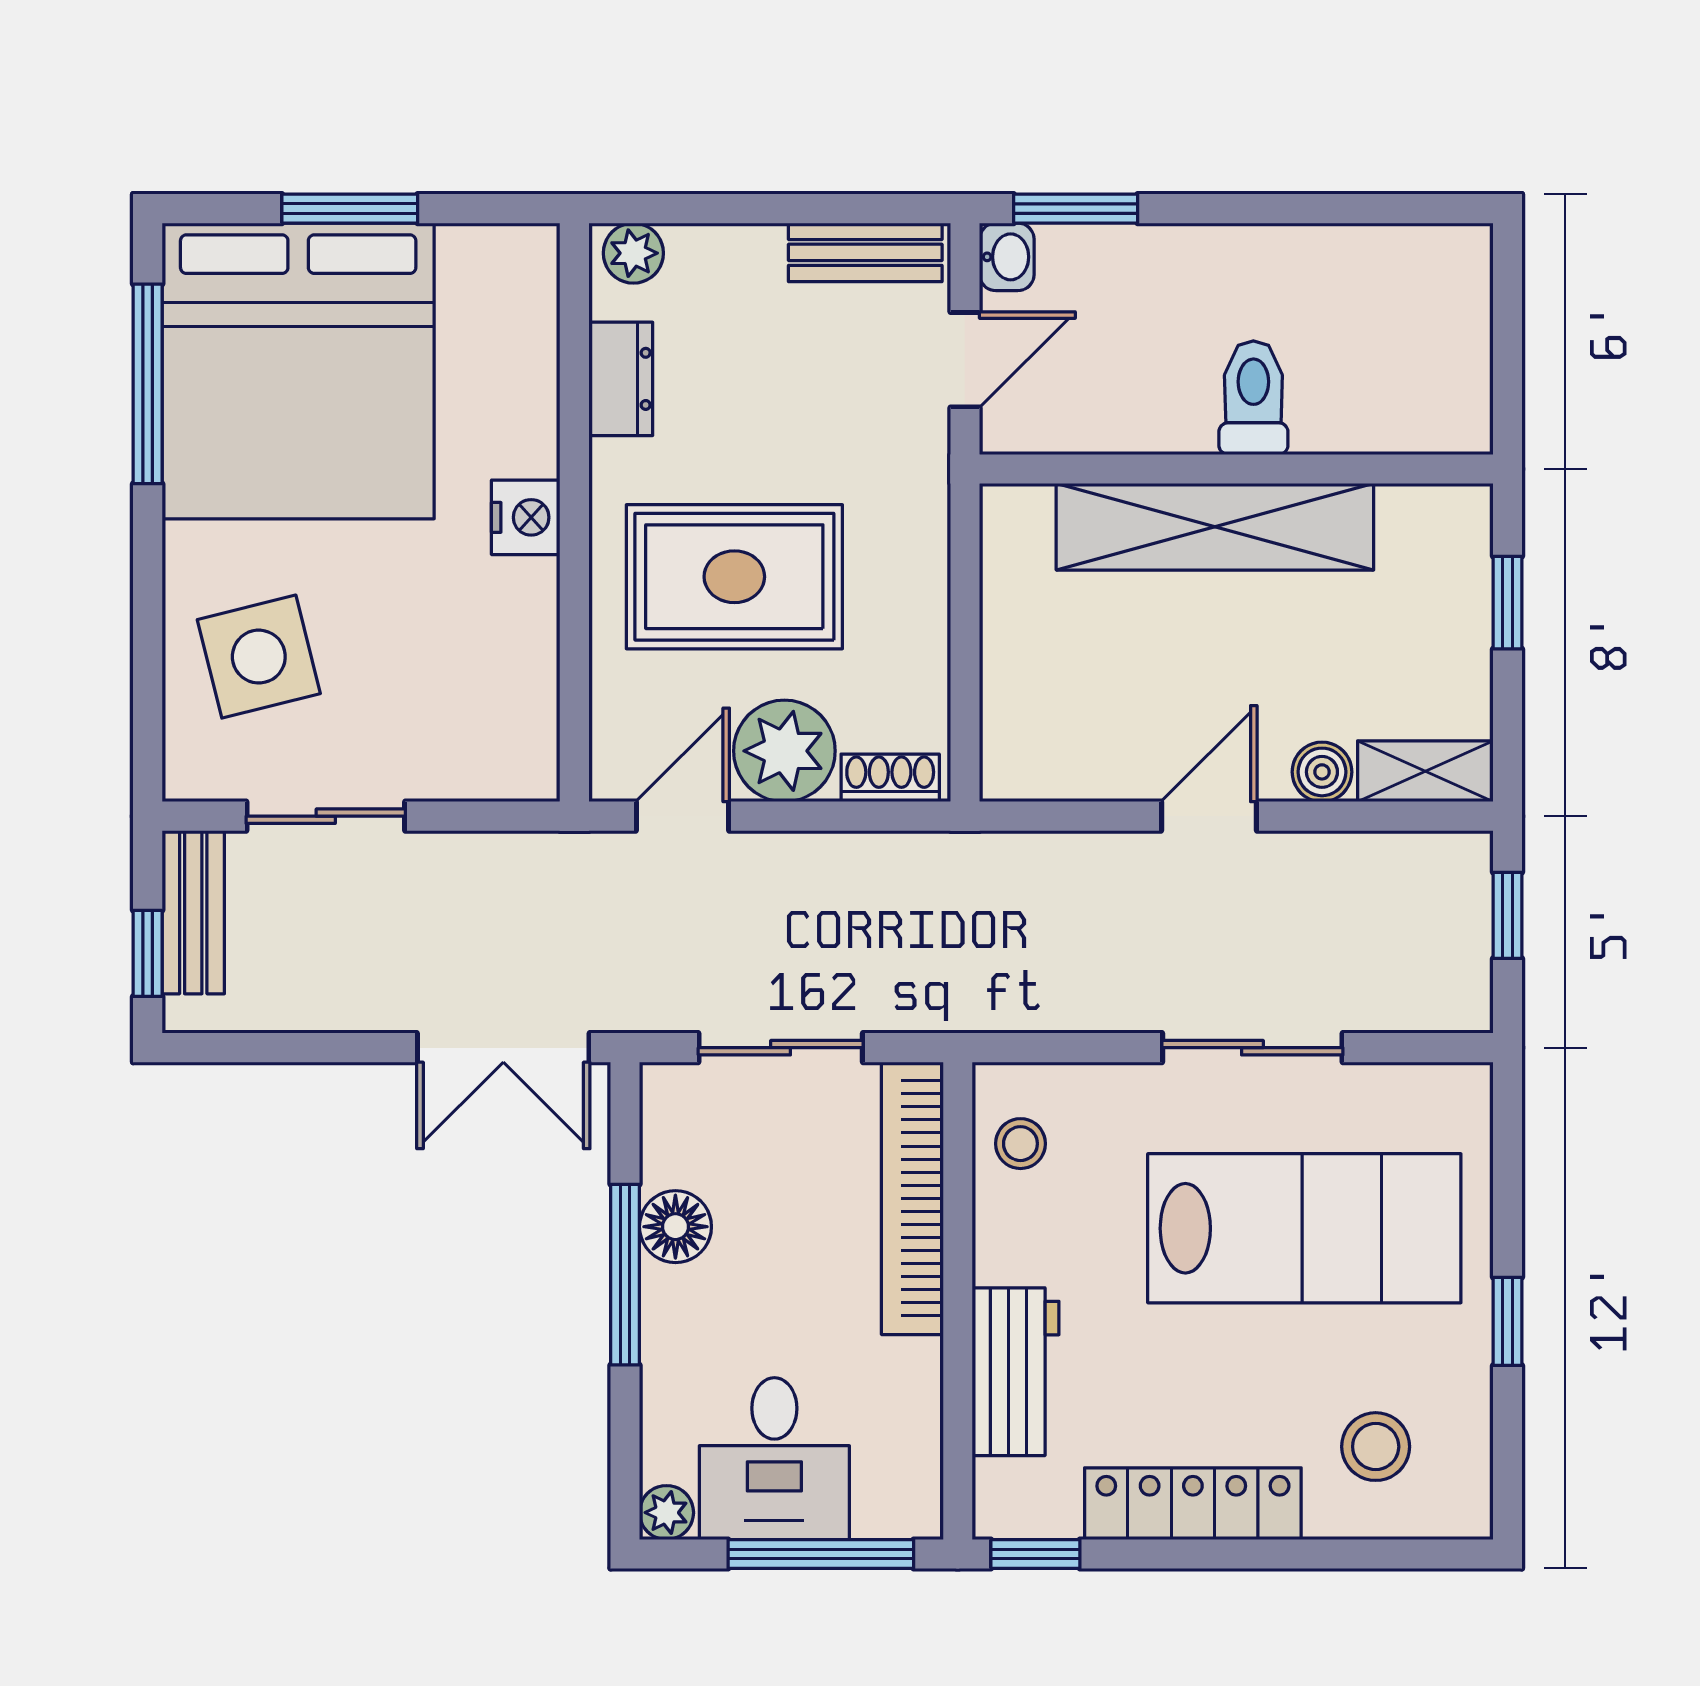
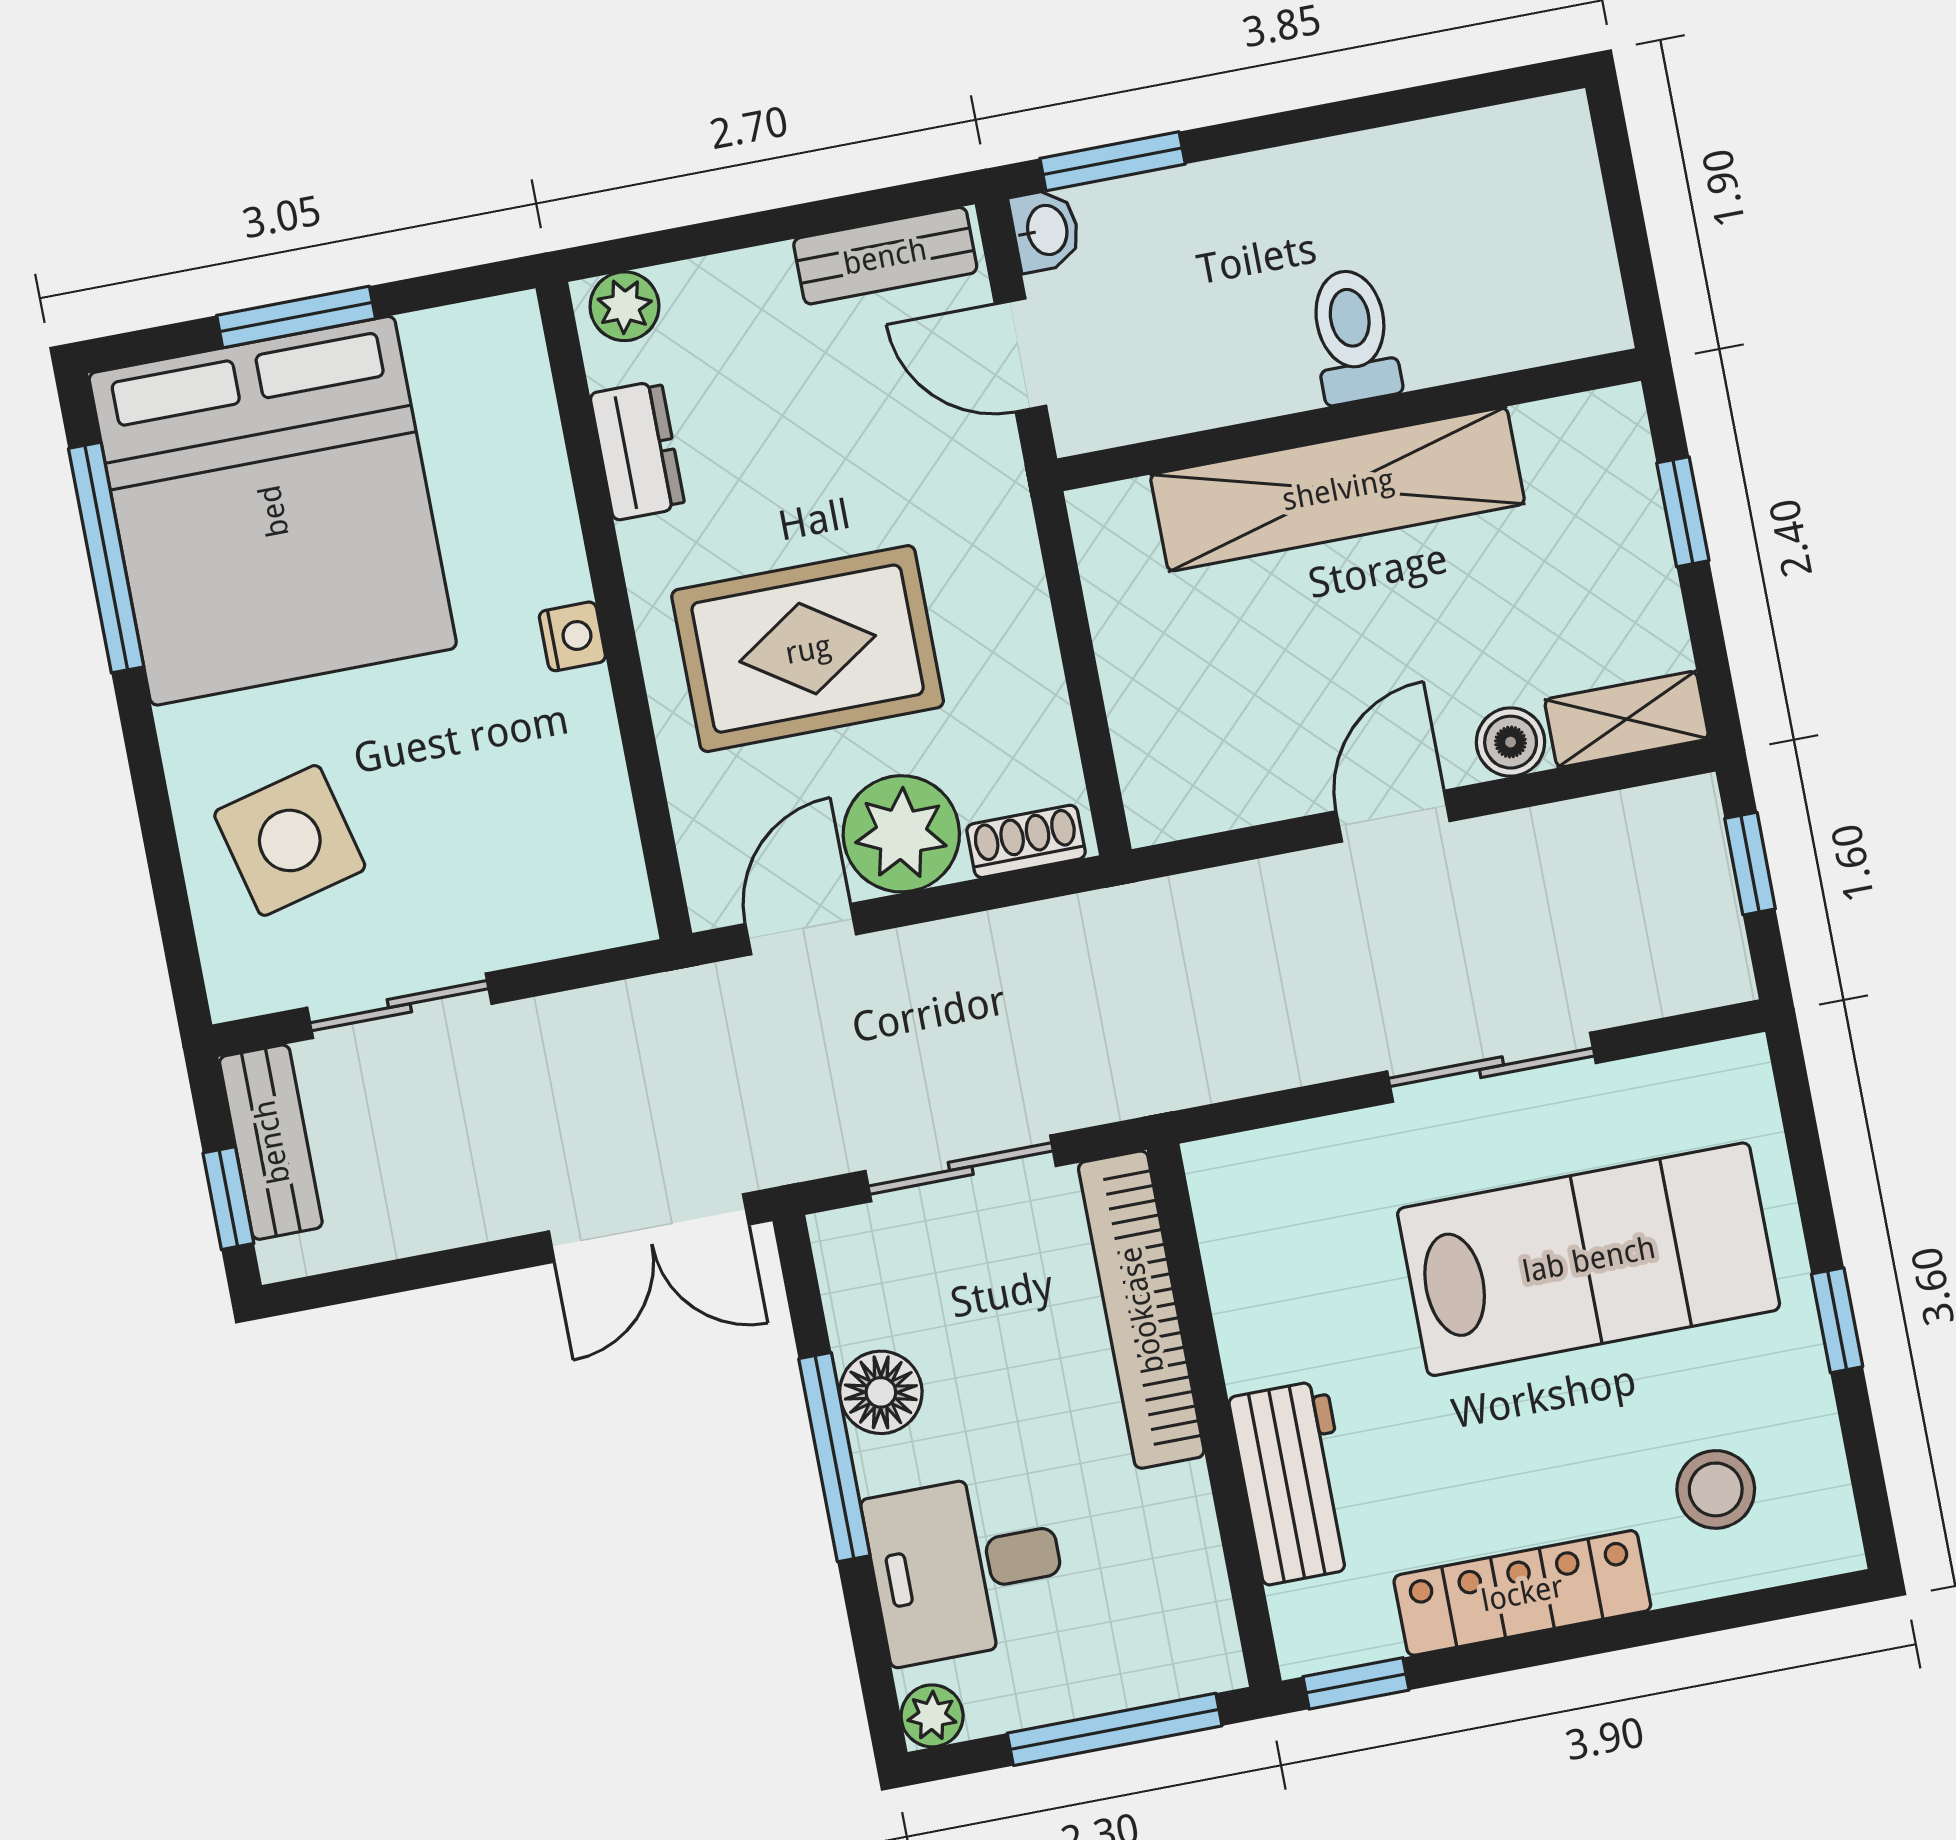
door: (965, 360) -> (1020, 355), swing flipped
nightstand: (526, 517) -> (572, 636), width x0.72, depth x0.74
stool: (1020, 1144) -> (1251, 1225), removed
desk: (774, 1459) -> (967, 1567), moved, turned 90

